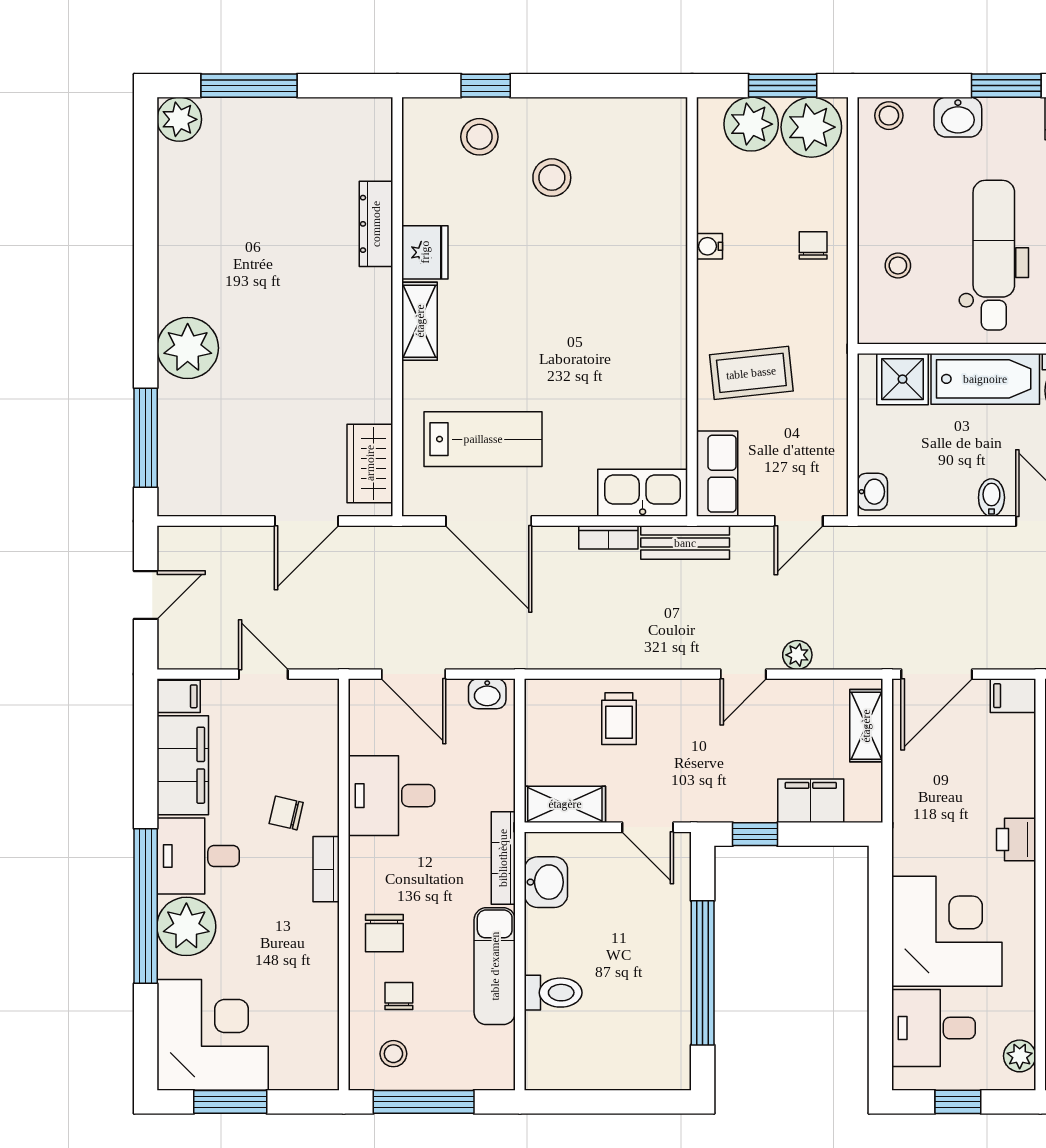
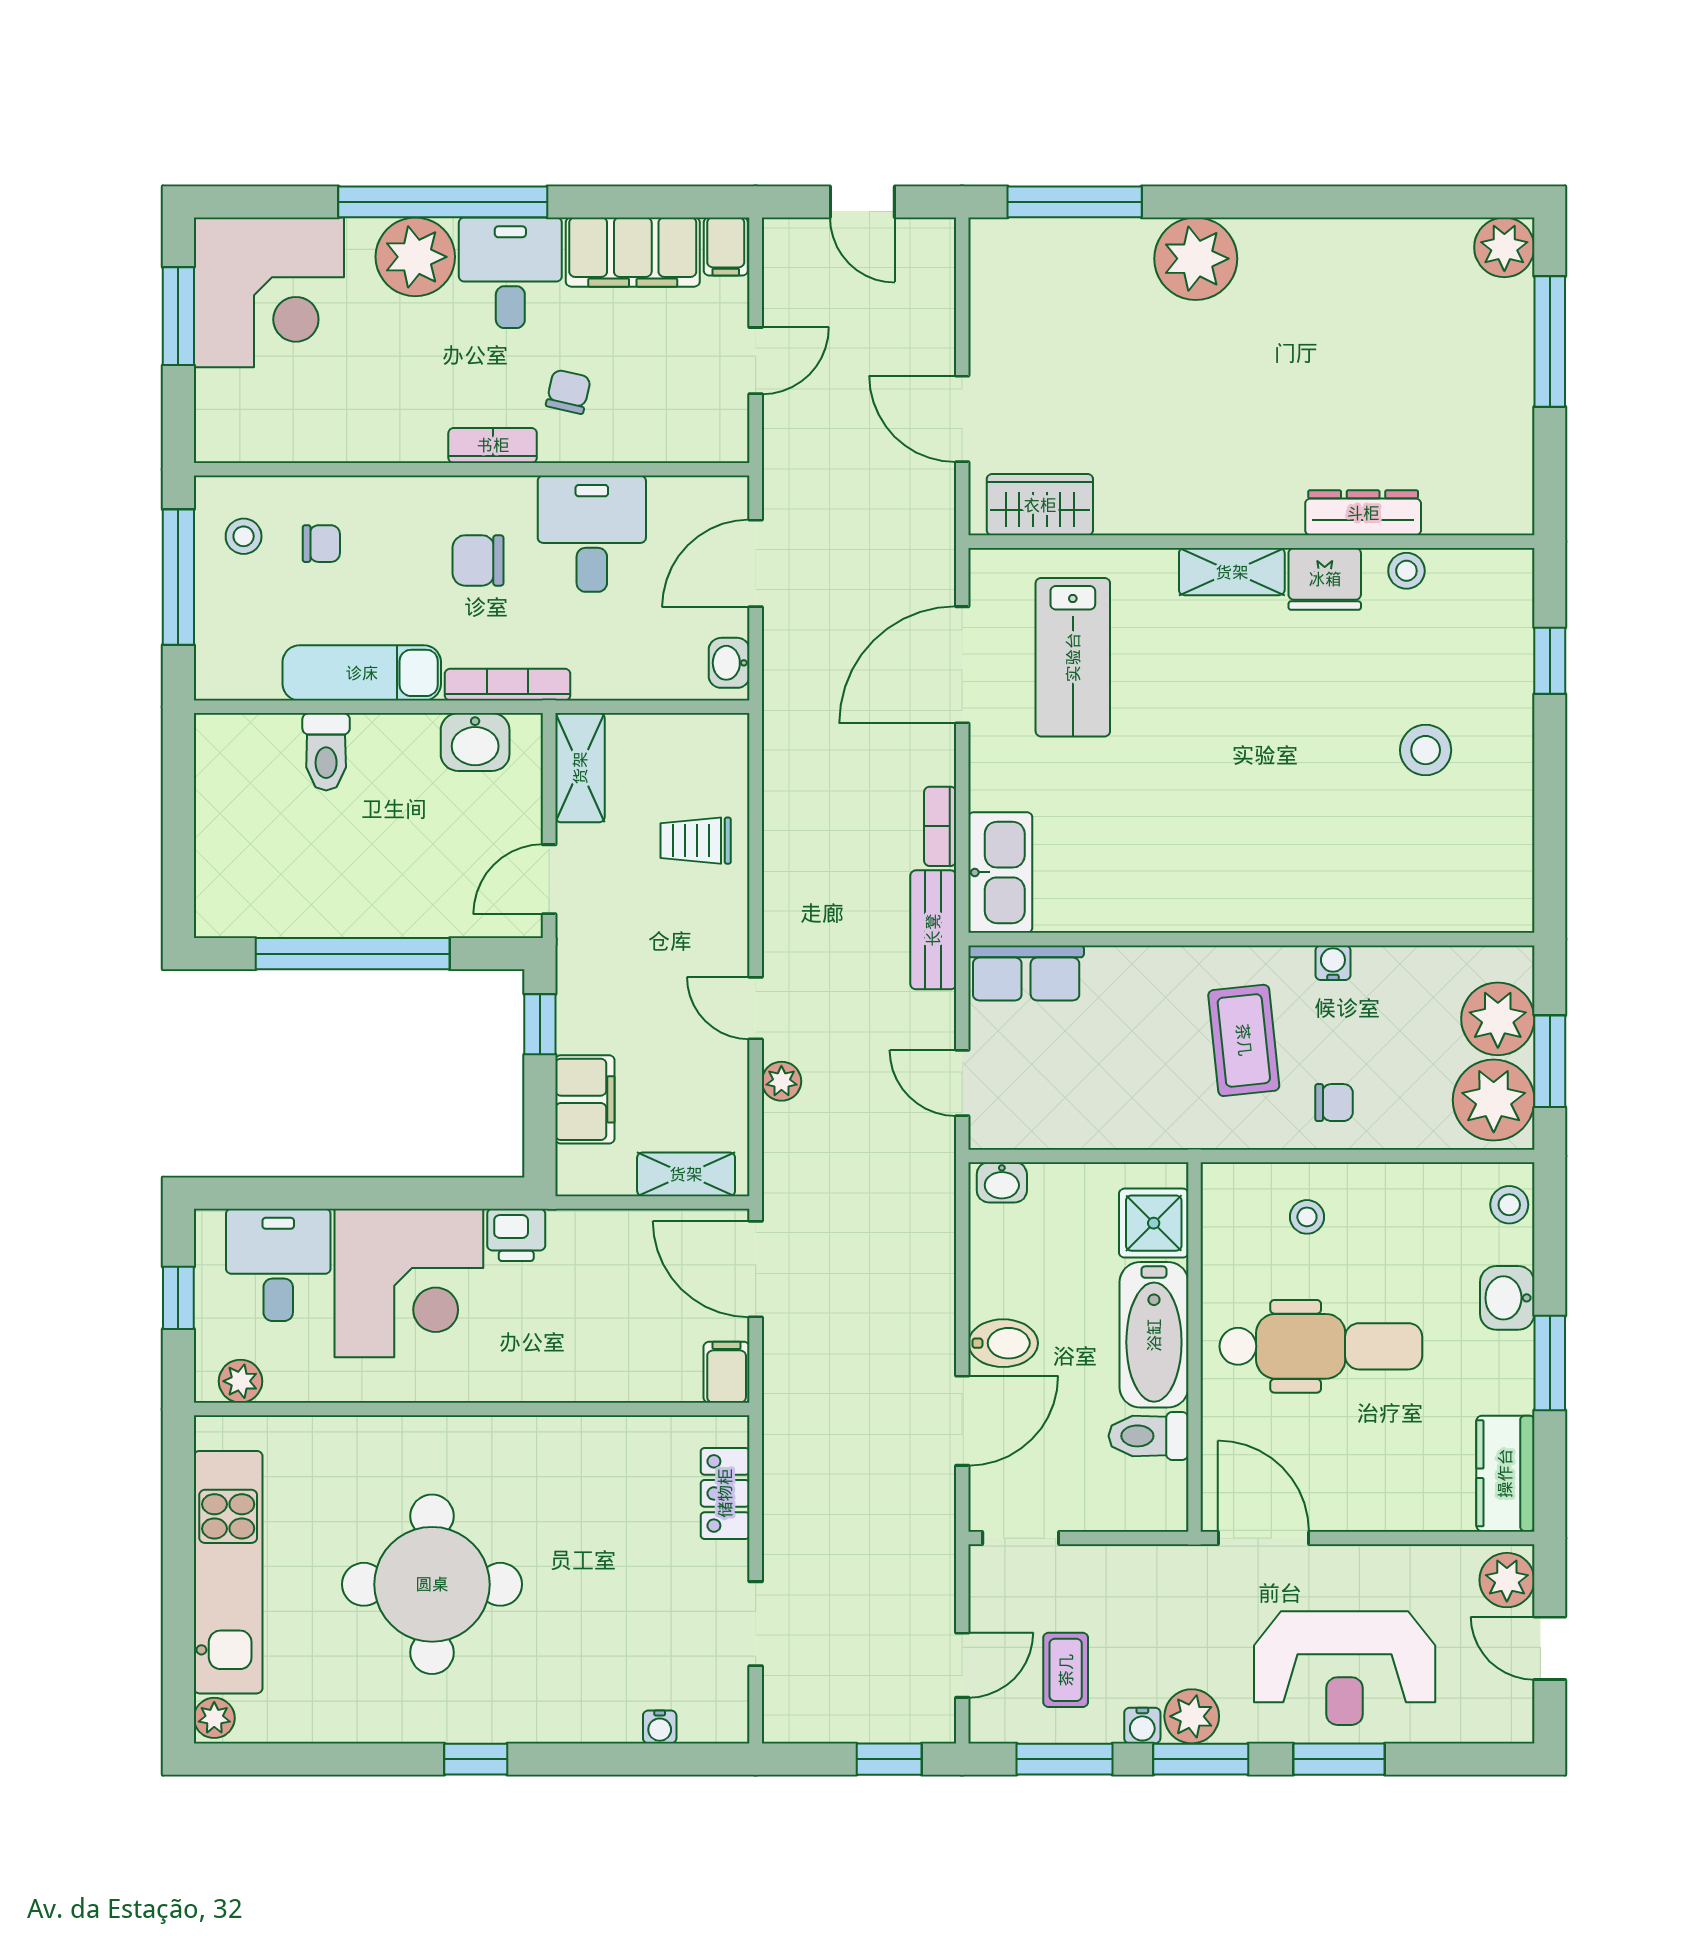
stool: (479, 137) -> (1406, 571), moved, width x0.73, depth x0.73
coffee table: (751, 373) -> (1244, 1040), moved
bidet: (991, 498) -> (1003, 1343), width x1.38, depth x1.36
printer: (1016, 840) -> (516, 1235), moved, turned 180
chair: (384, 933) -> (478, 560), moved

